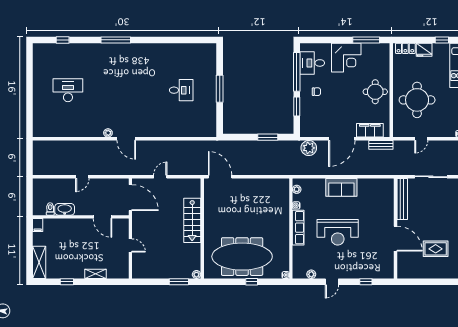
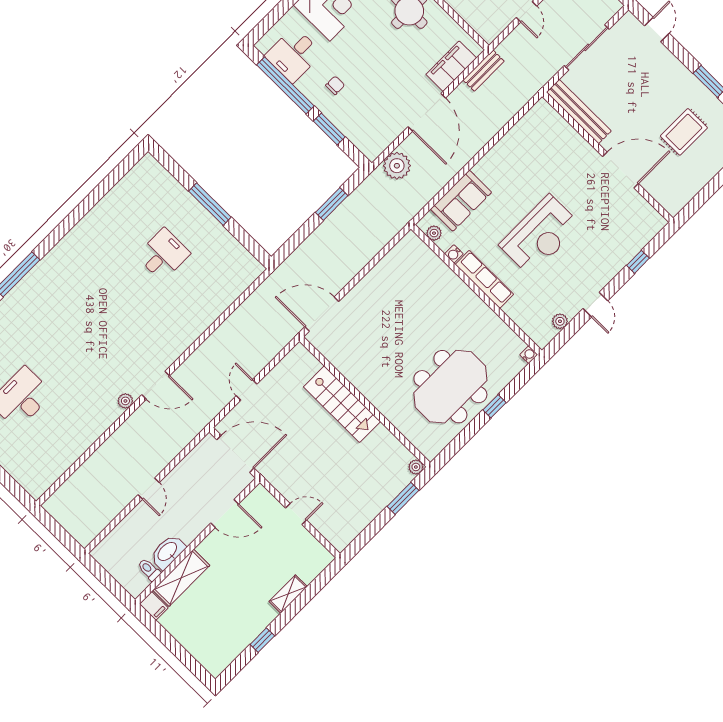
sofa: (341, 187) -> (461, 201), moved
meeting table: (242, 257) -> (450, 387), width x0.73
shelving: (39, 262) -> (181, 578), moved, turned 90

